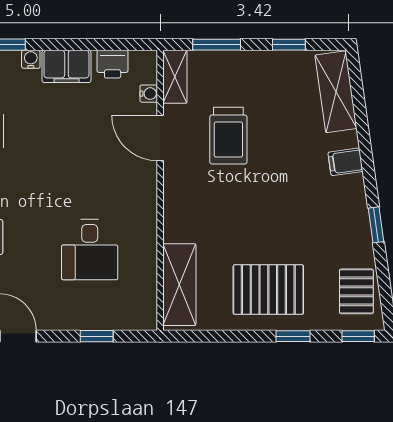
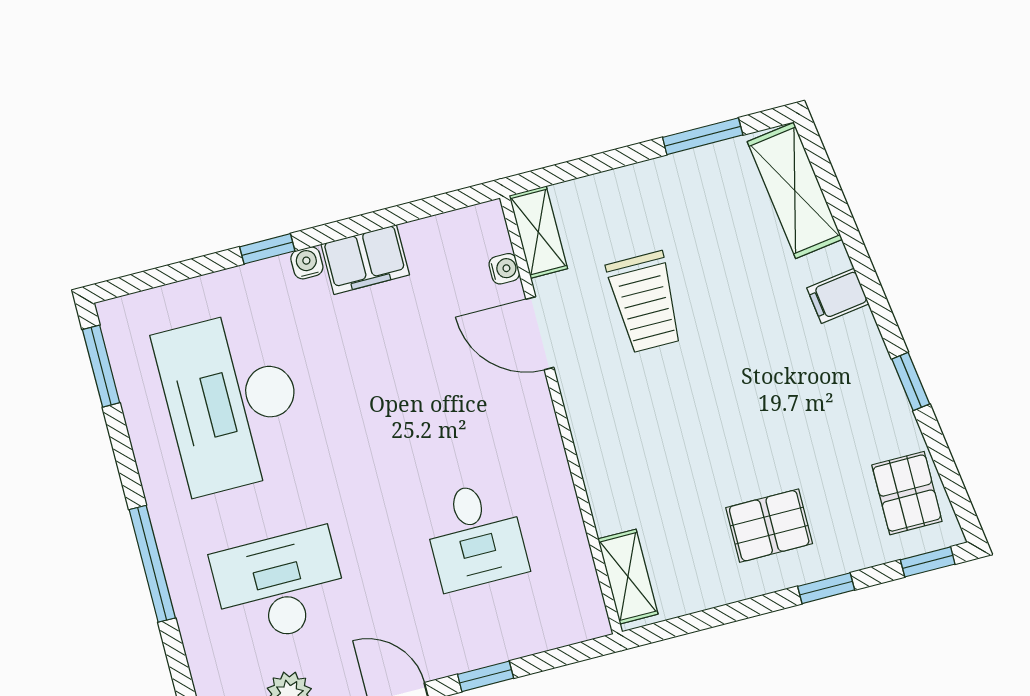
window: (217, 45) -> (590, 165), removed
window: (289, 45) -> (703, 136), width x1.50
printer: (113, 64) -> (436, 238), removed
shelving: (179, 285) -> (628, 577), width x0.67, depth x0.75
pallet: (268, 290) -> (769, 526), width x0.67, depth x0.71
window: (97, 336) -> (486, 676), moved

